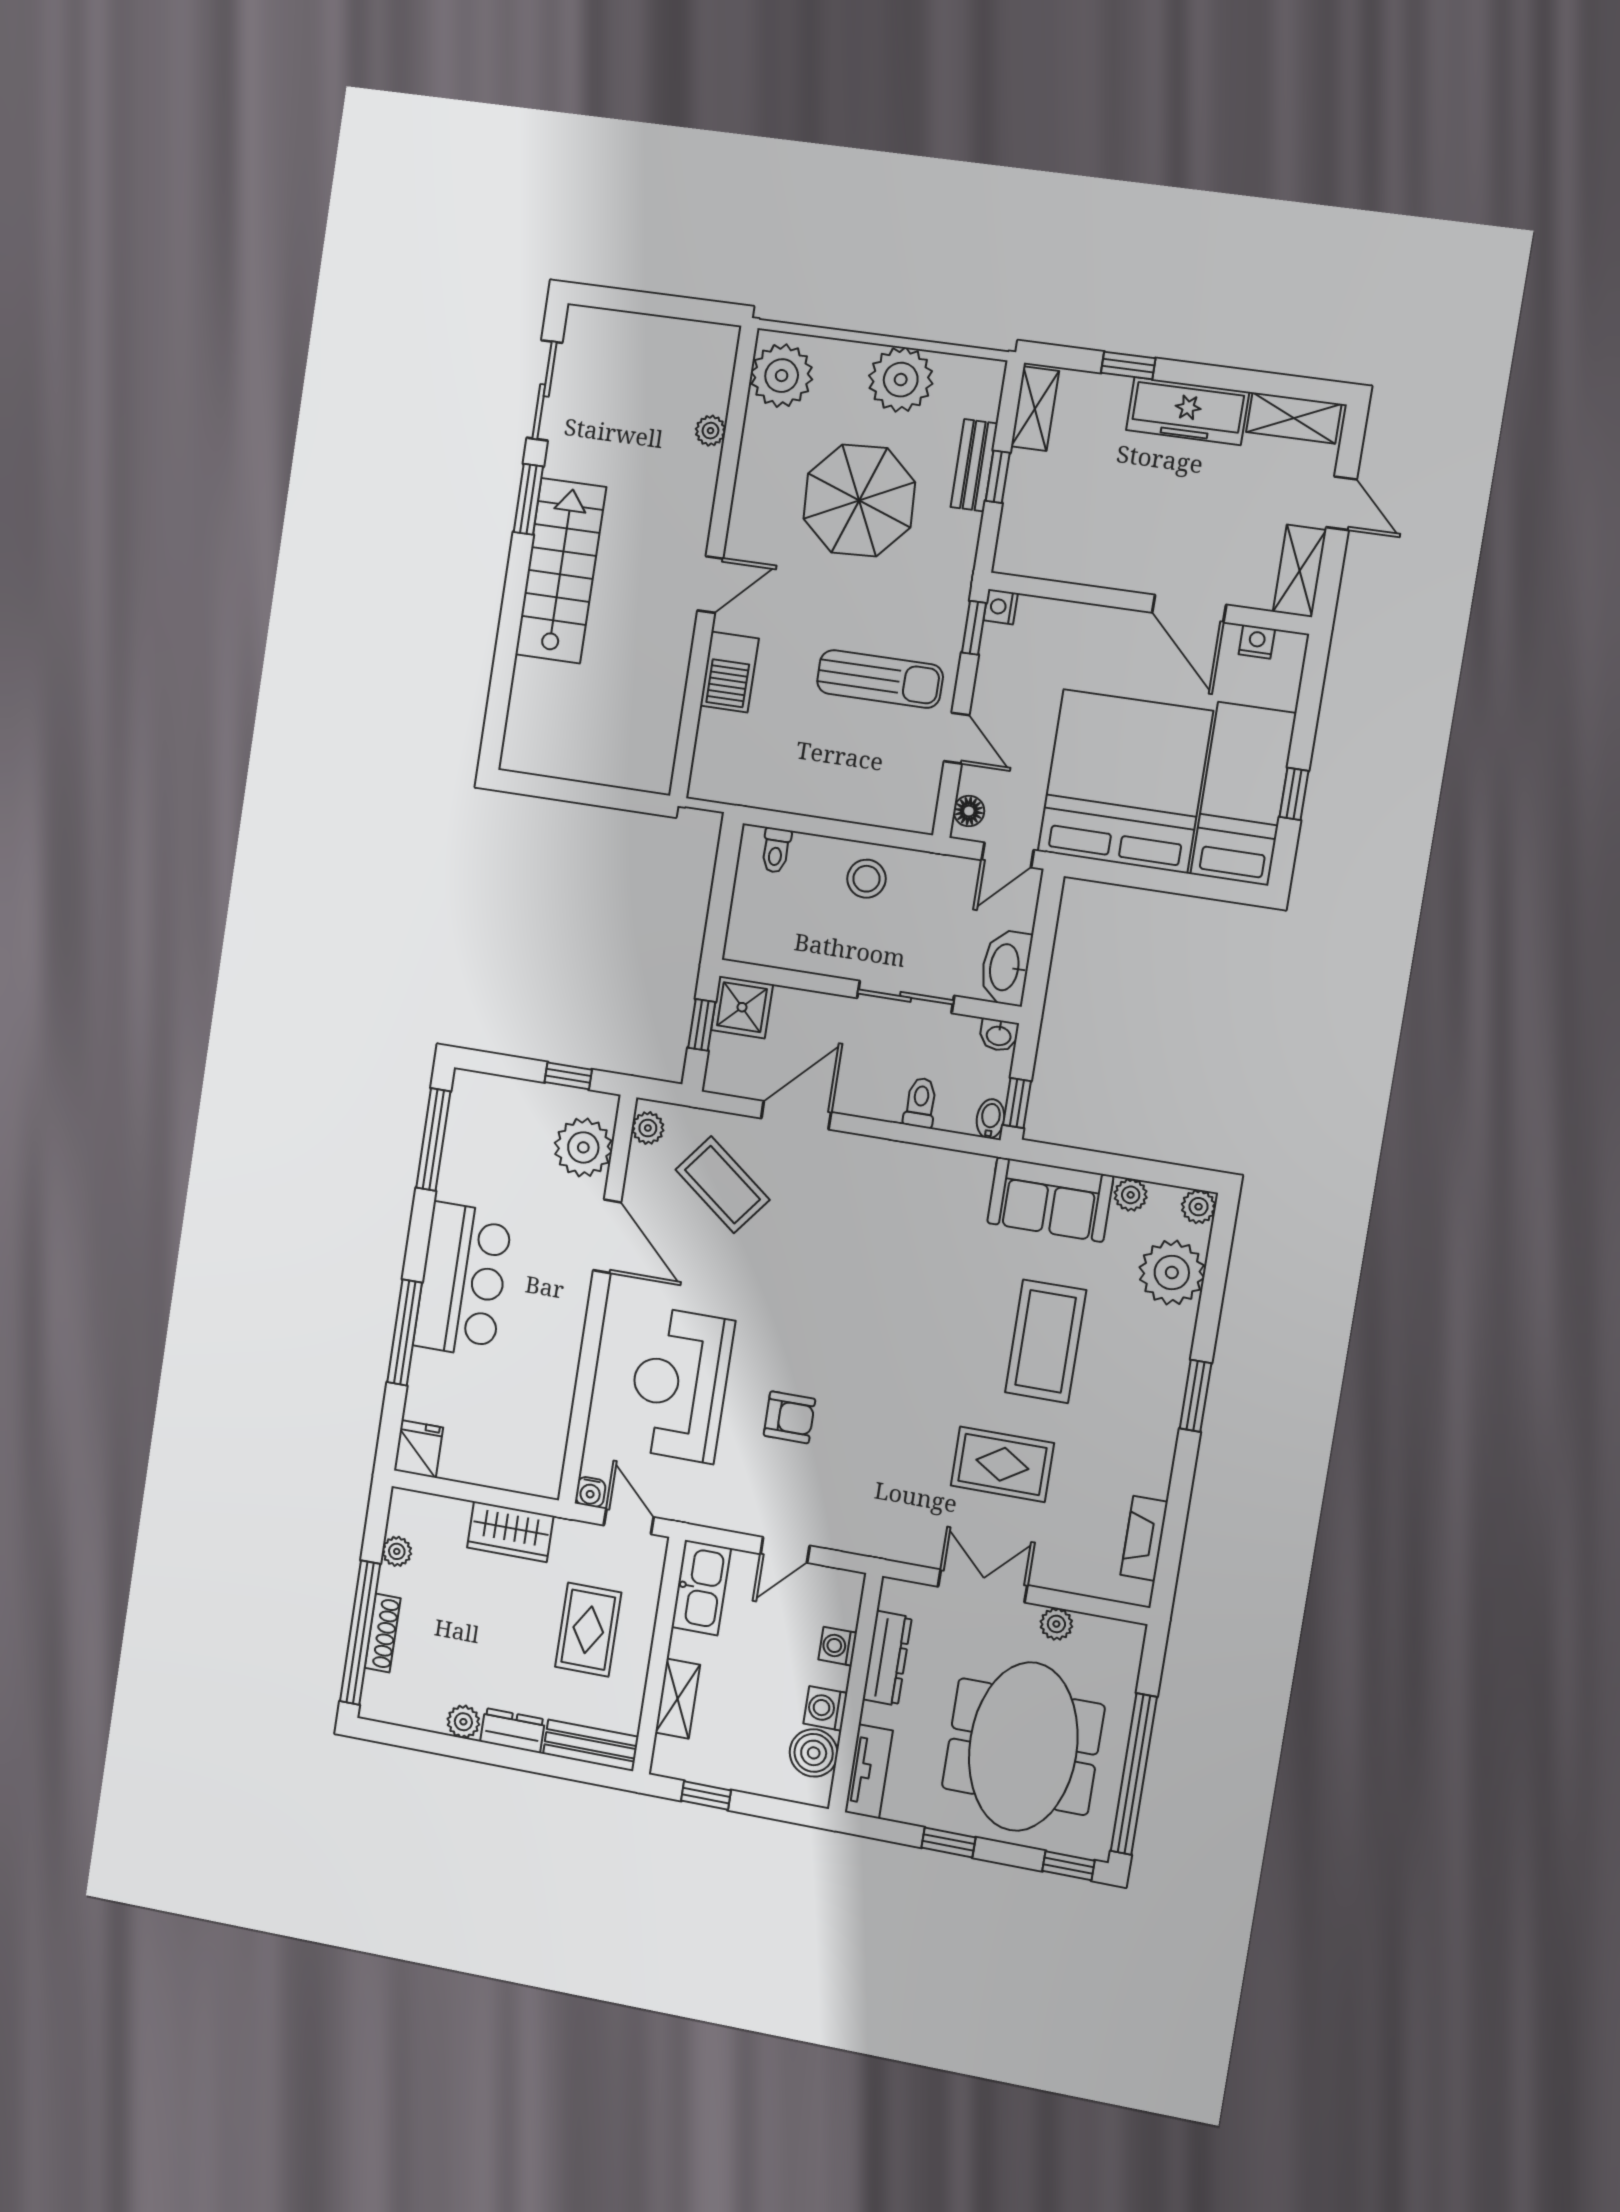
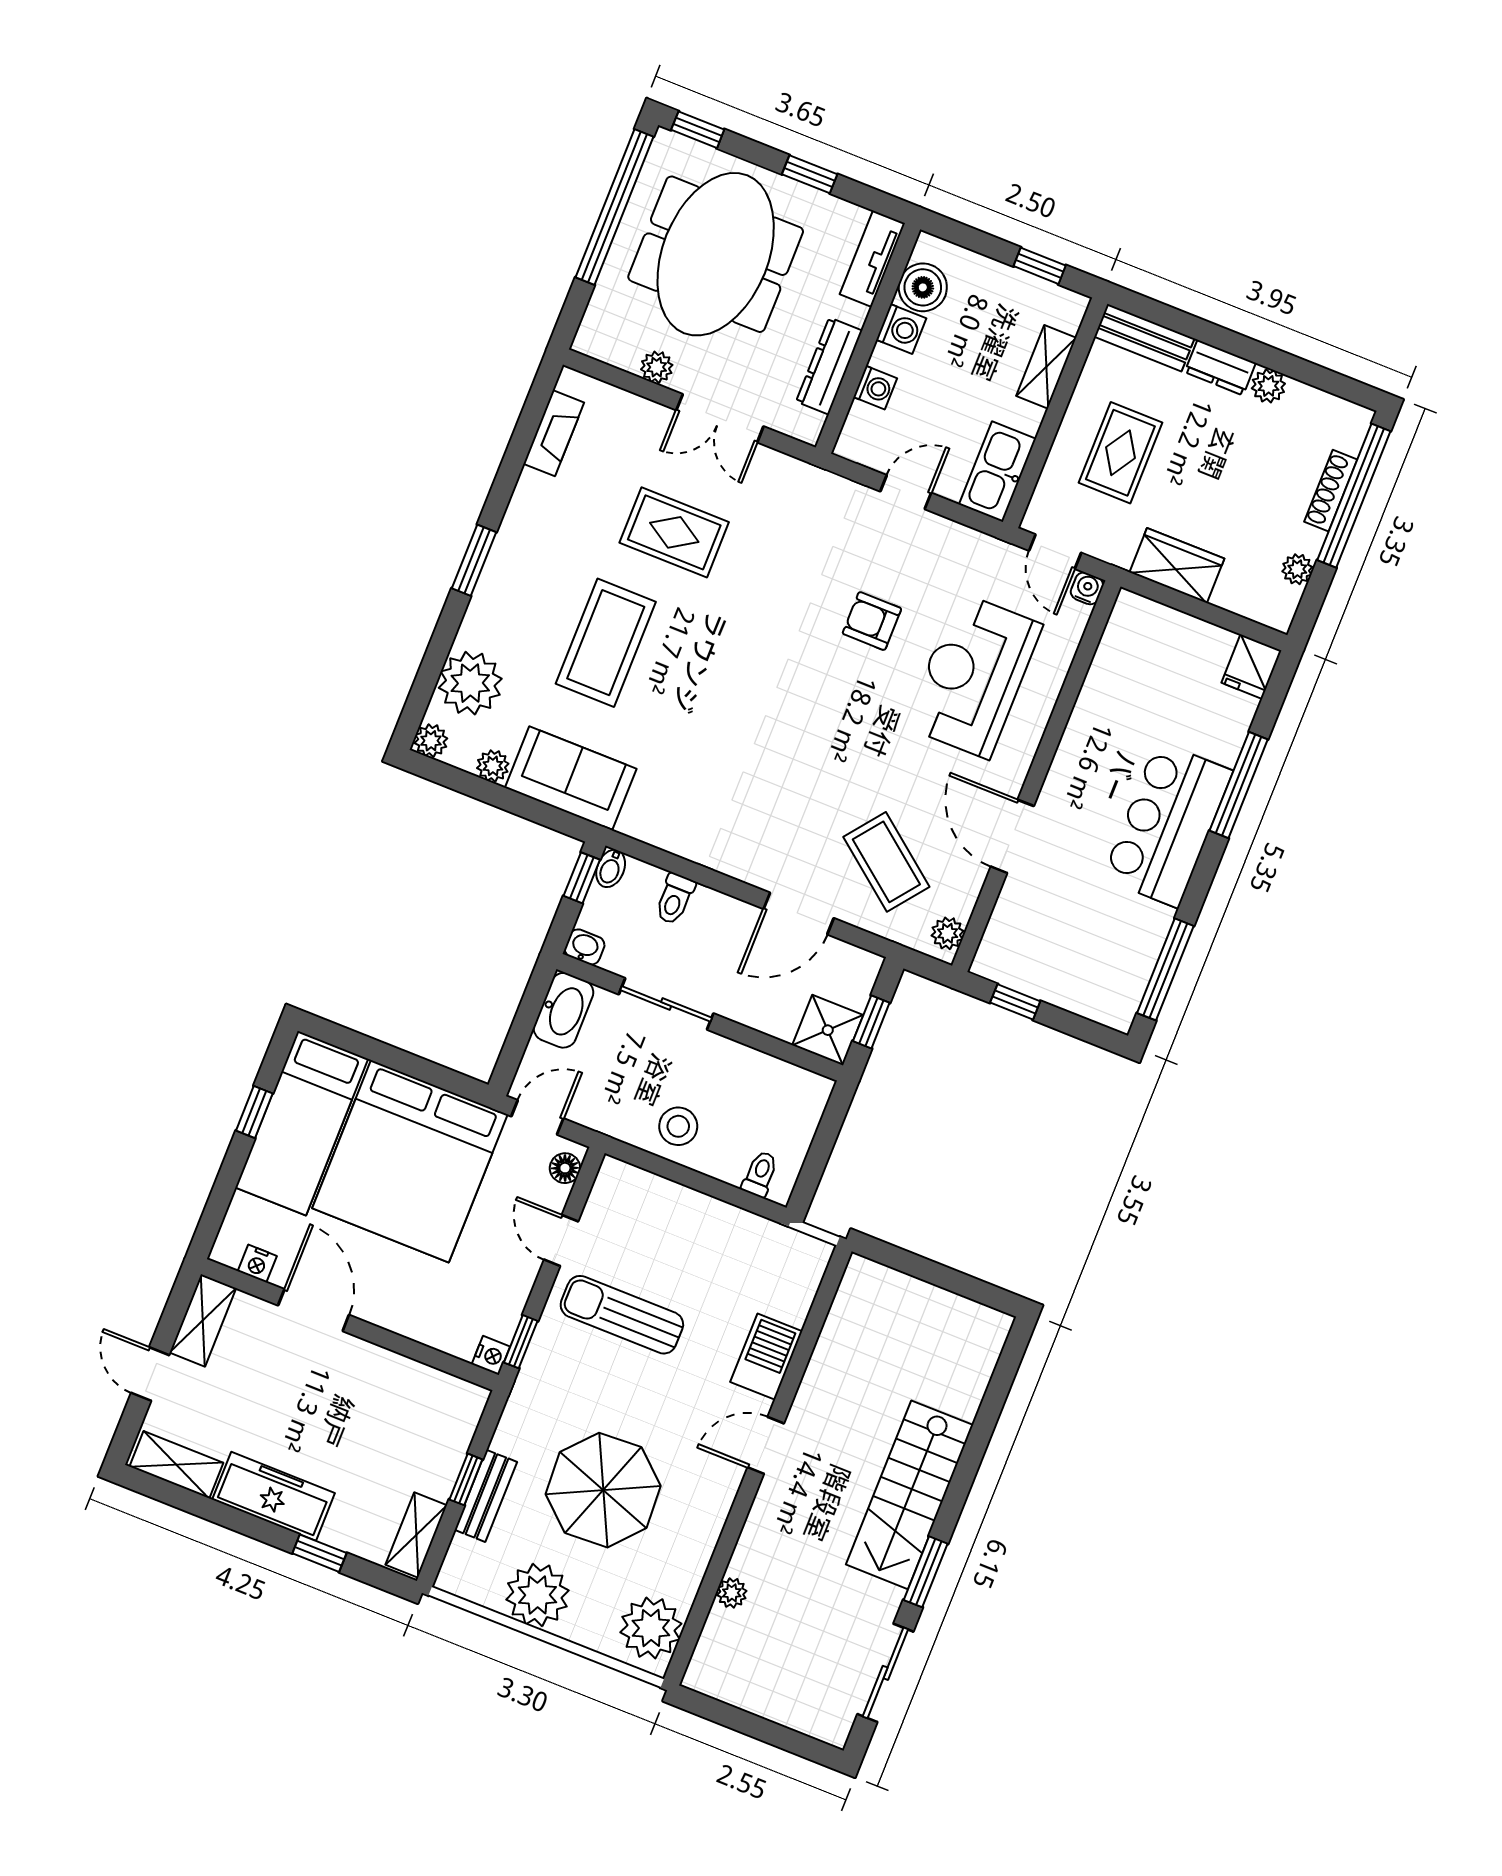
plant: (583, 1147) -> (1016, 929), removed
reception desk: (680, 1385) -> (974, 676), turned 180

